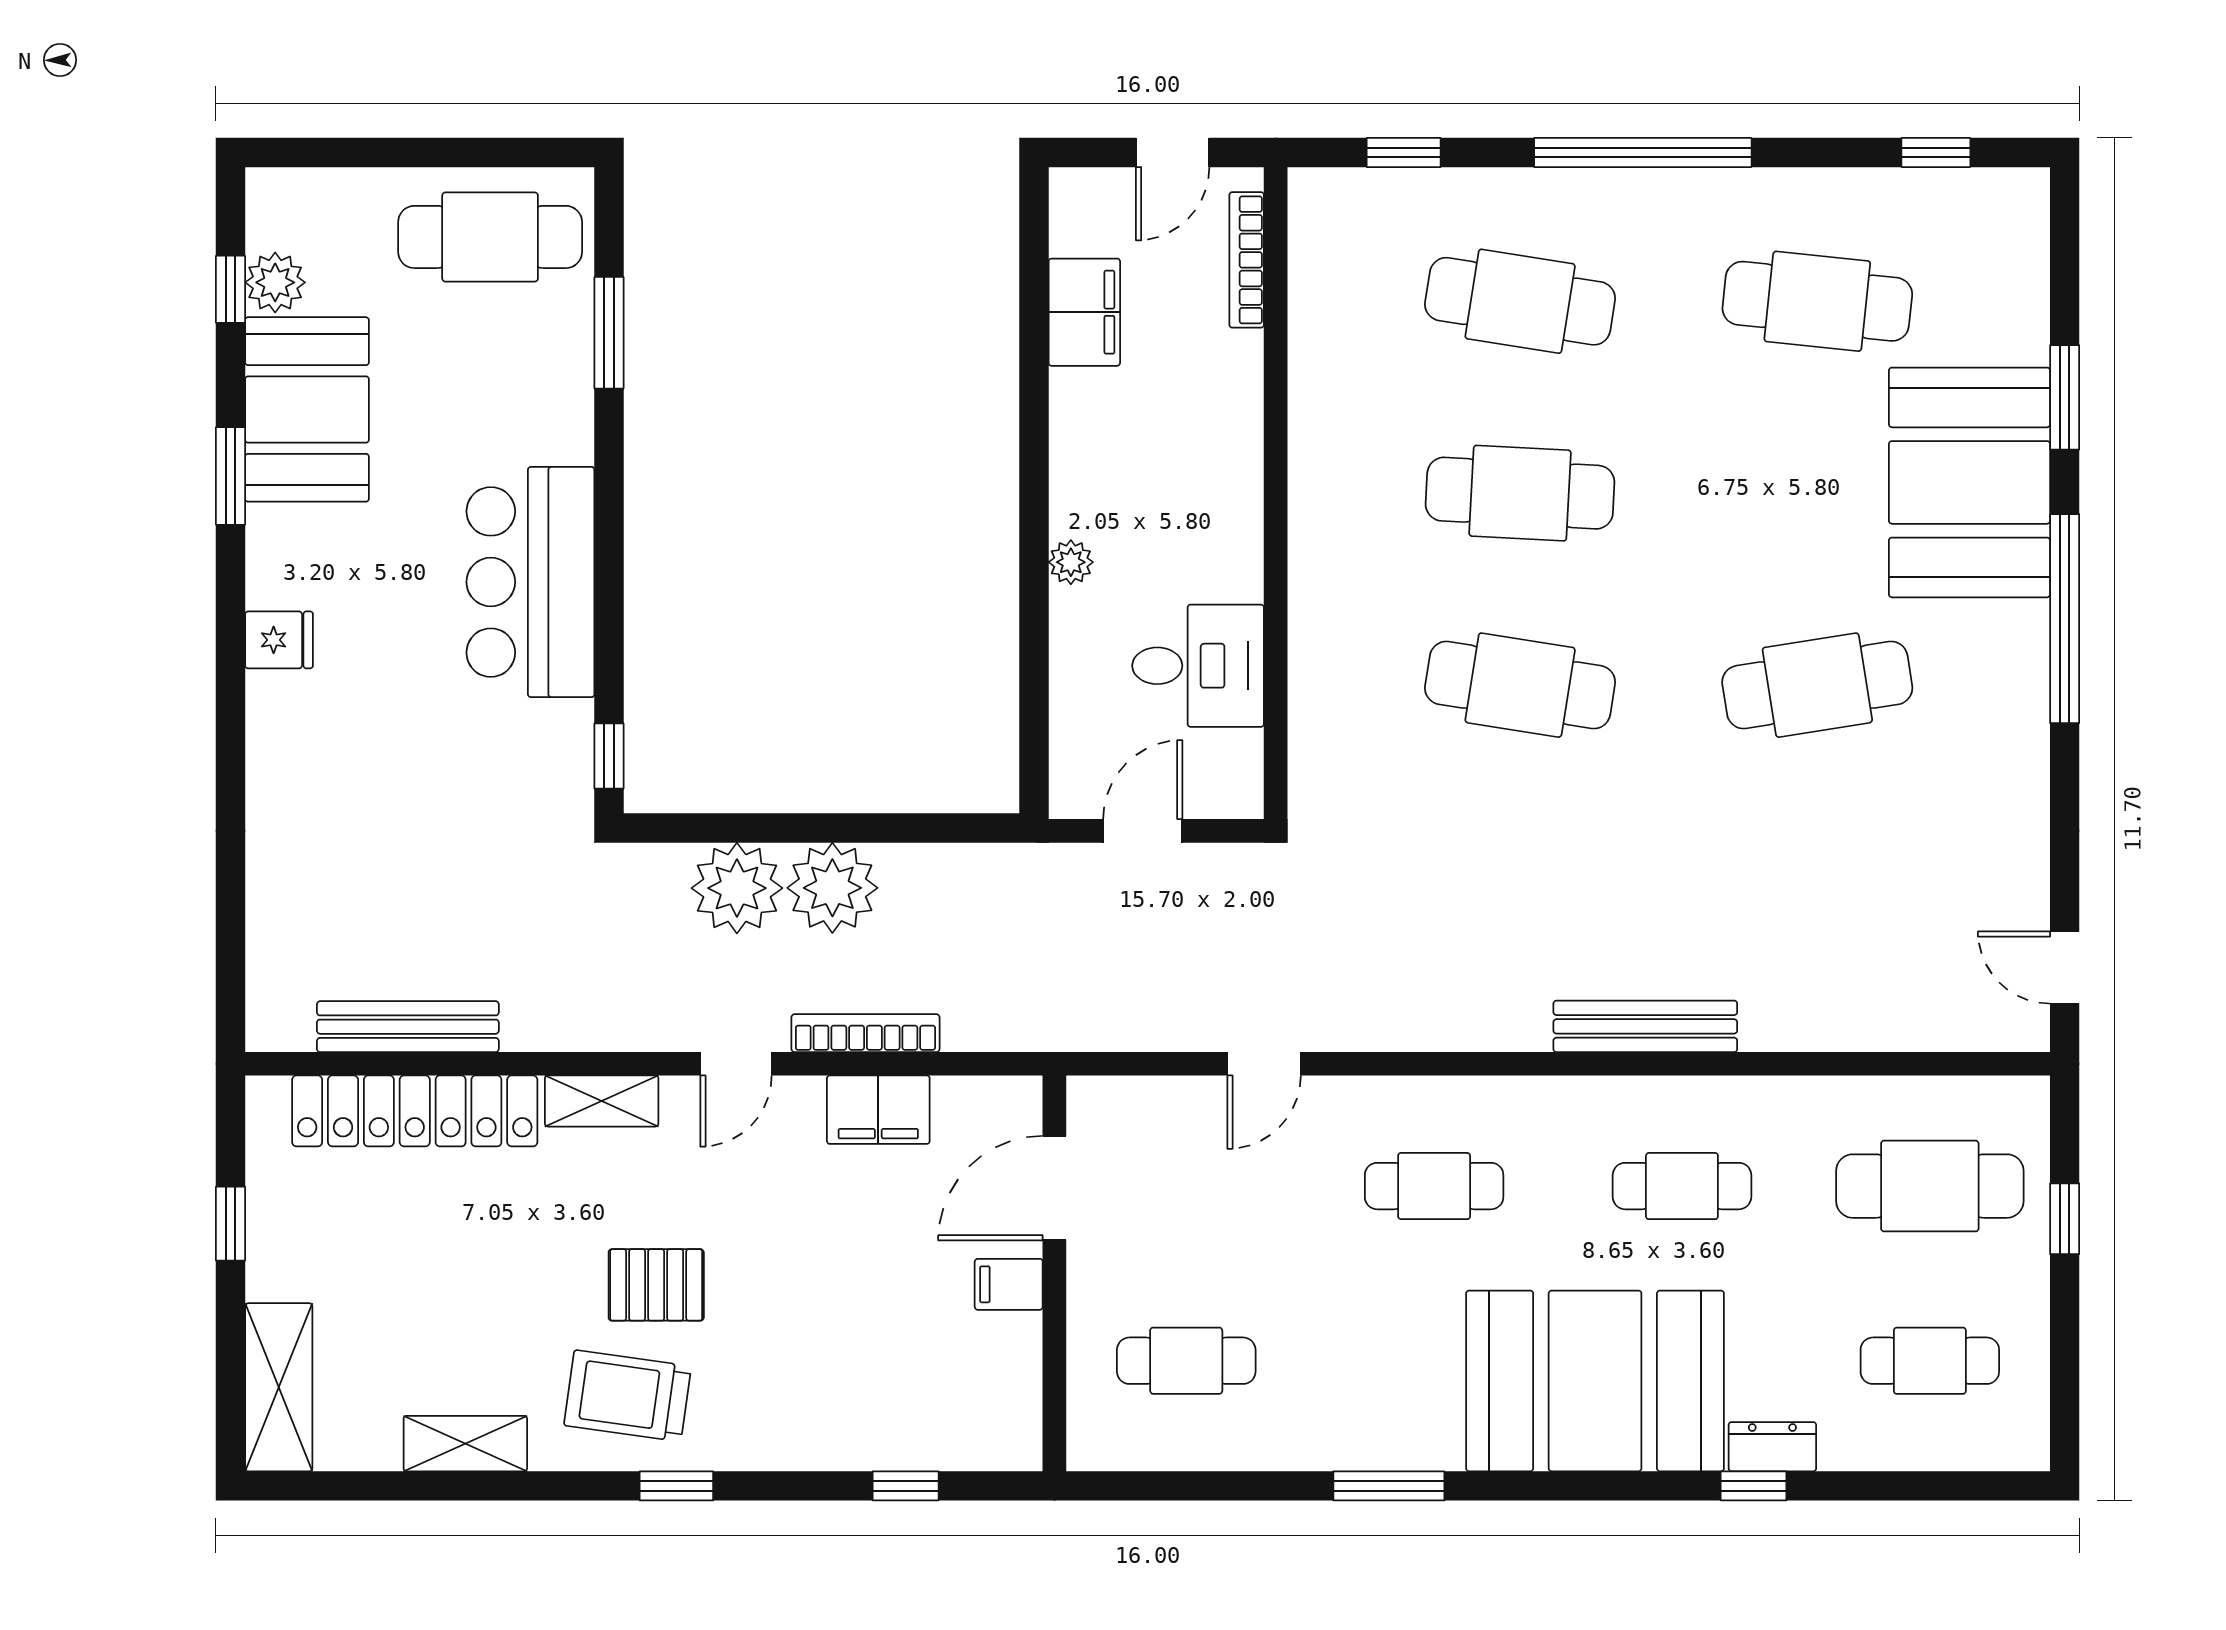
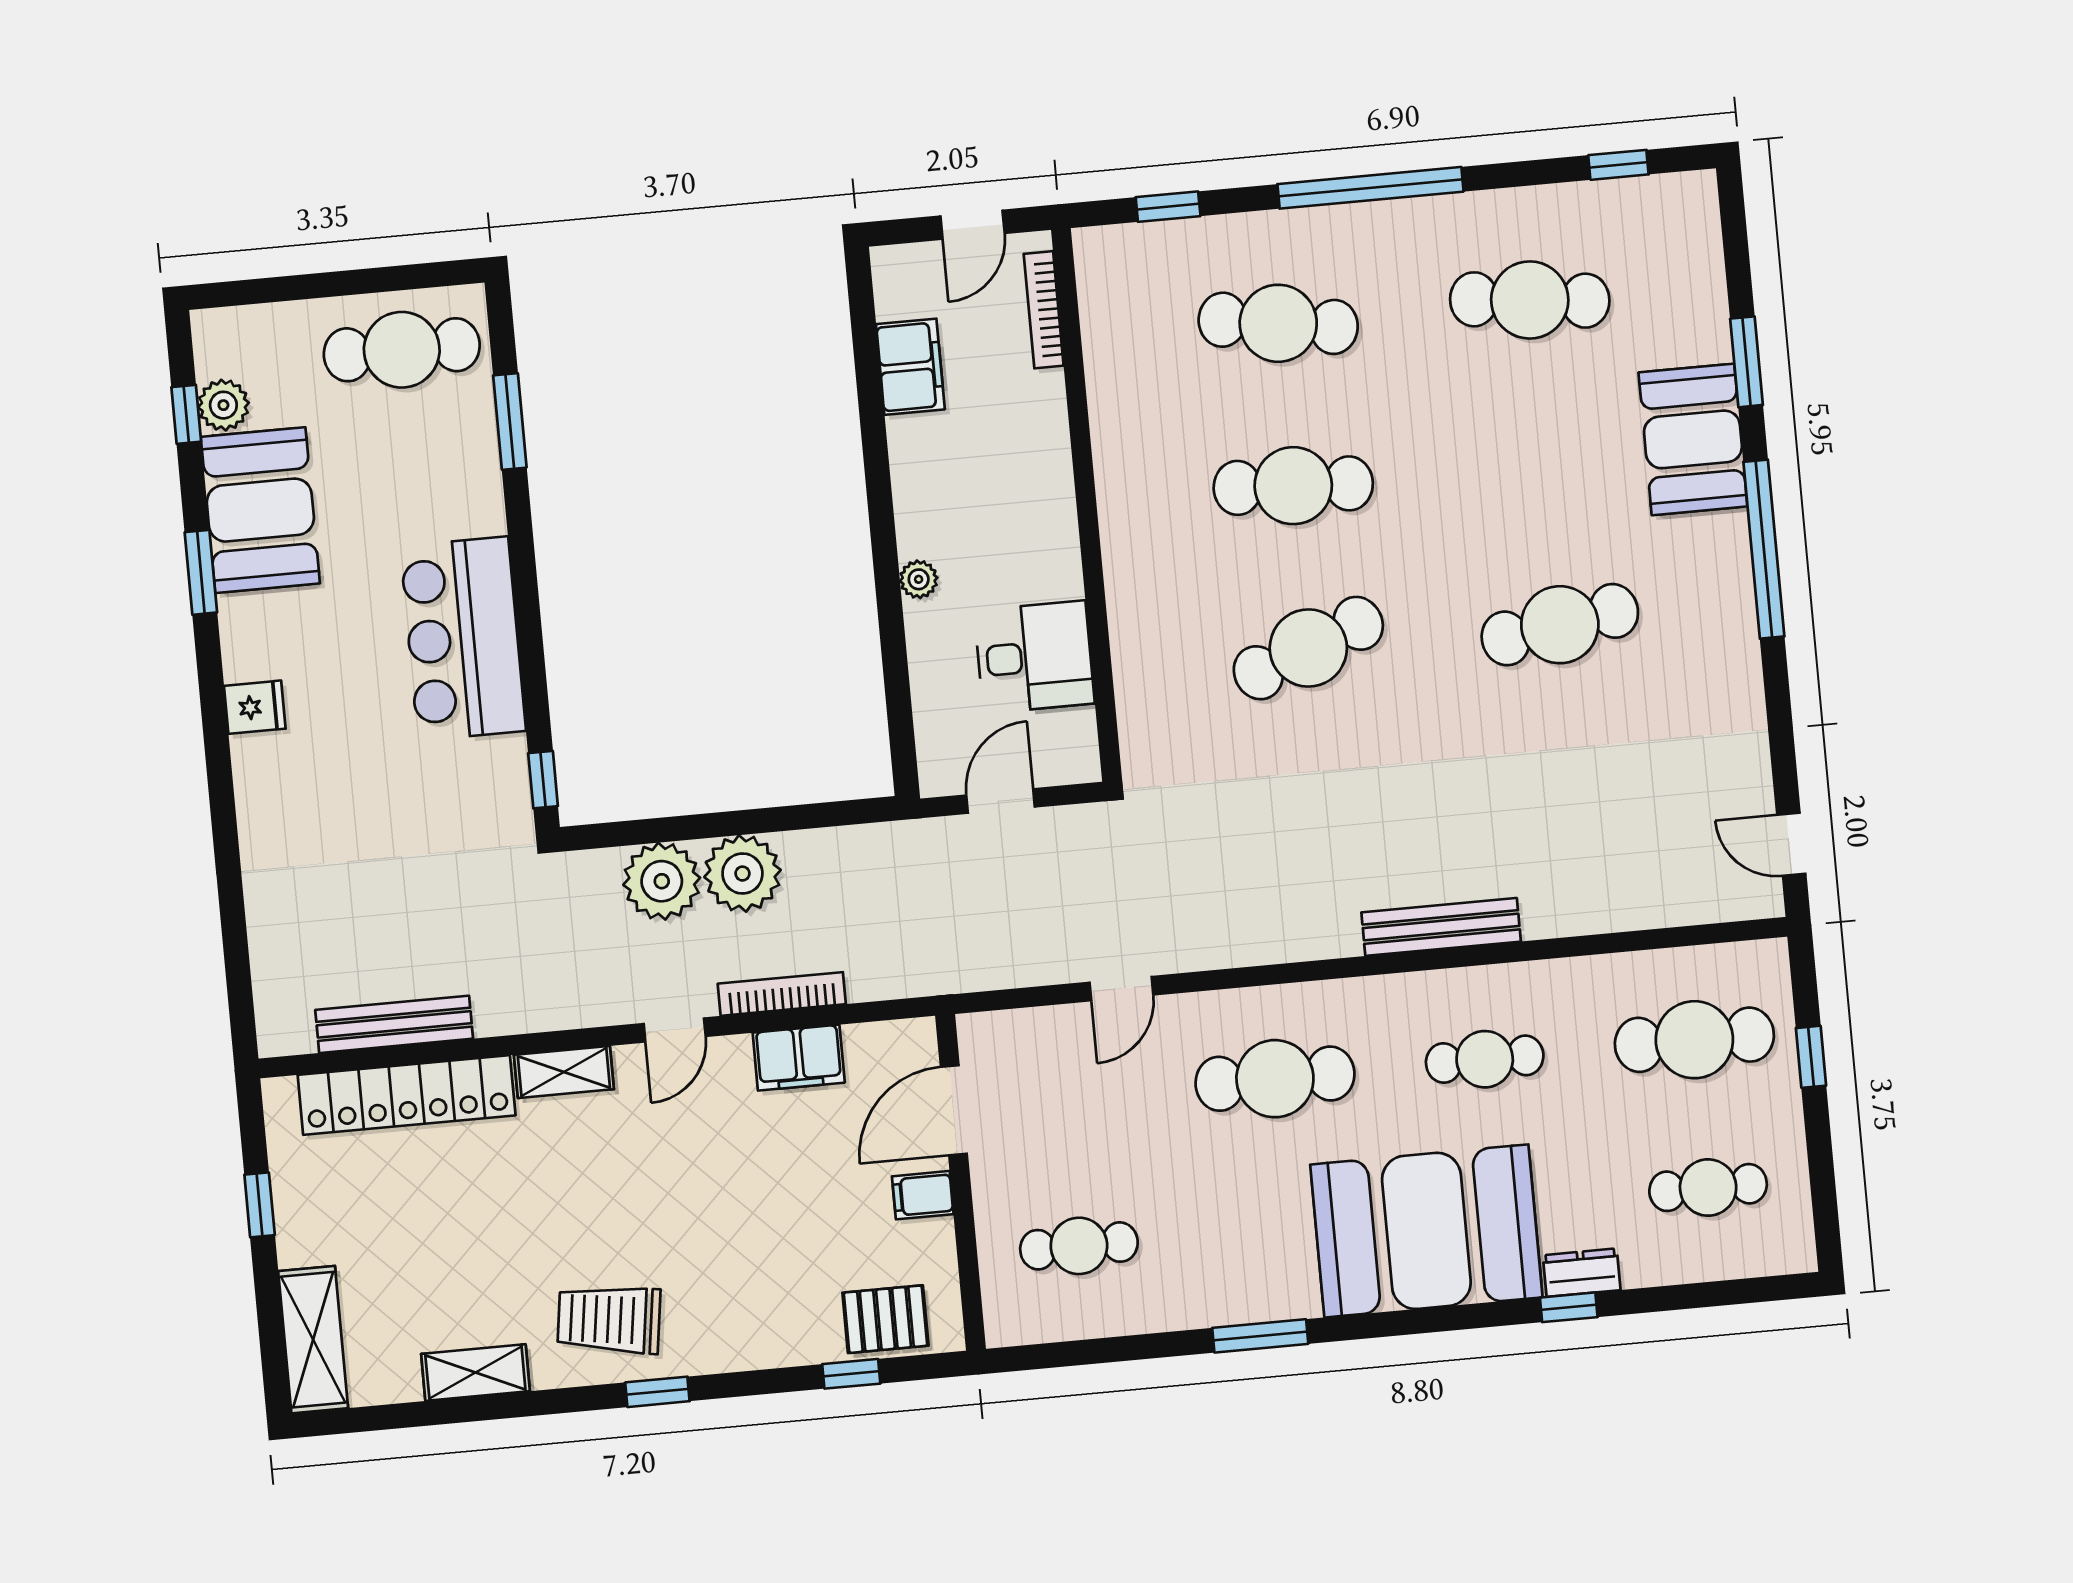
booth: (1969, 482) -> (1693, 439), width x0.73, depth x0.70
cafe table: (1520, 685) -> (1308, 648), turned -30
cafe table: (1434, 1186) -> (1275, 1079), width x1.37, depth x1.35
pallet: (656, 1285) -> (885, 1319), moved

